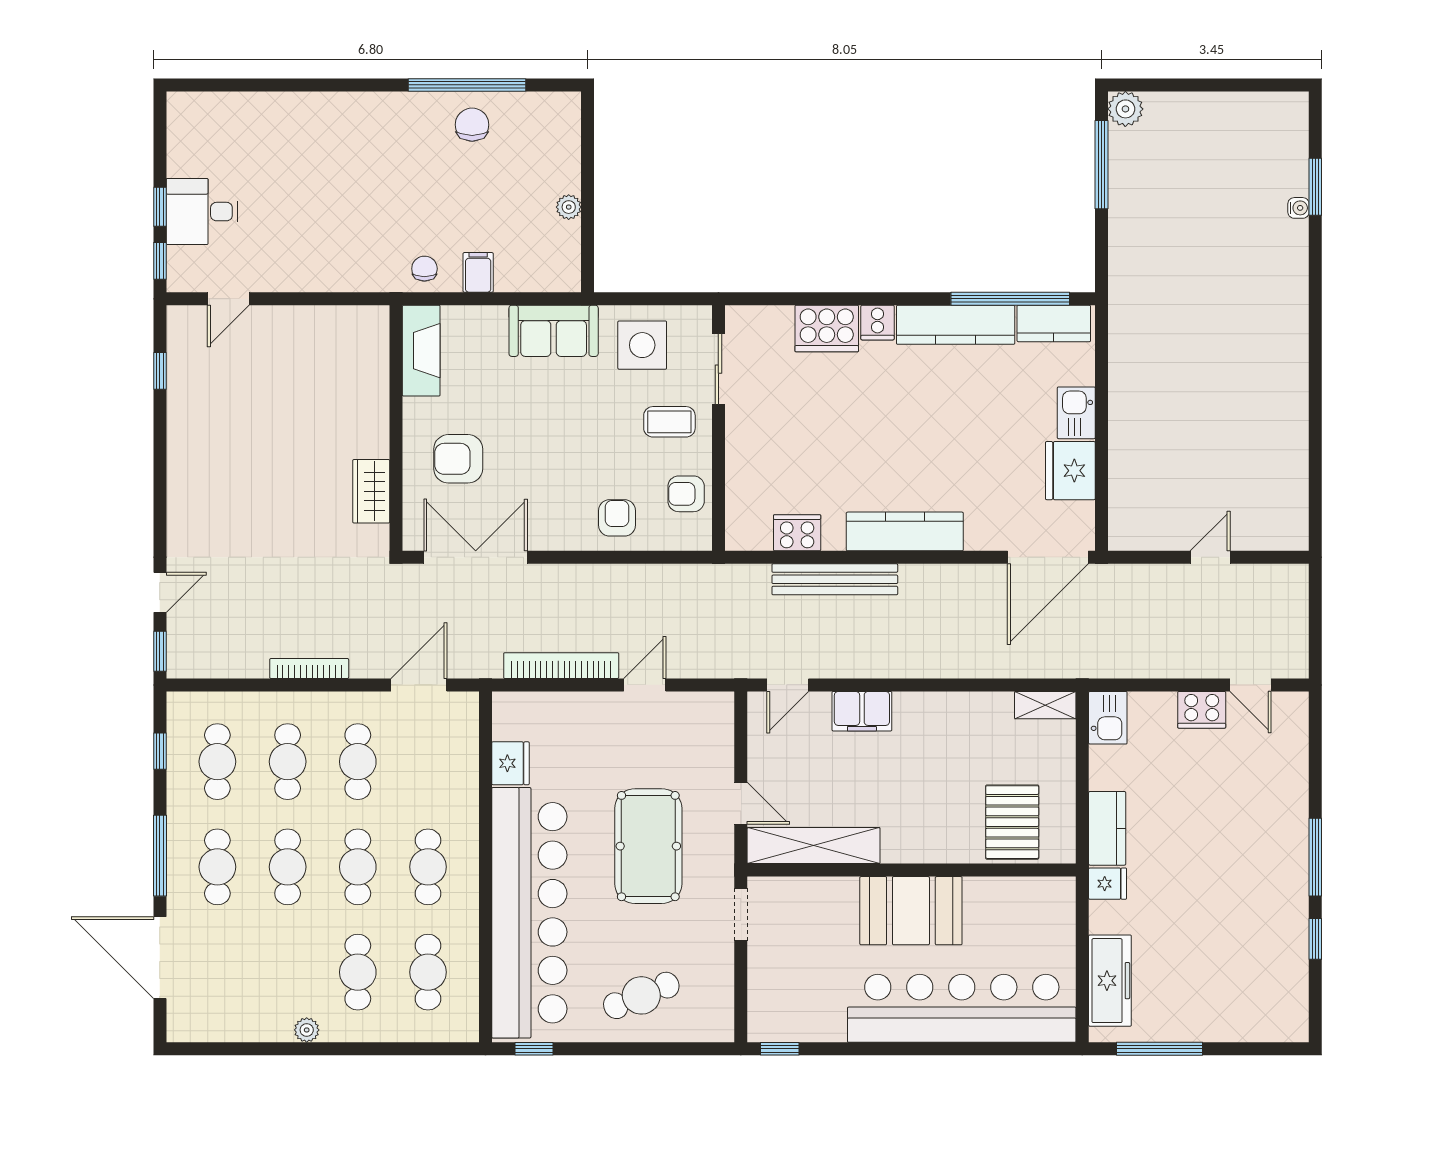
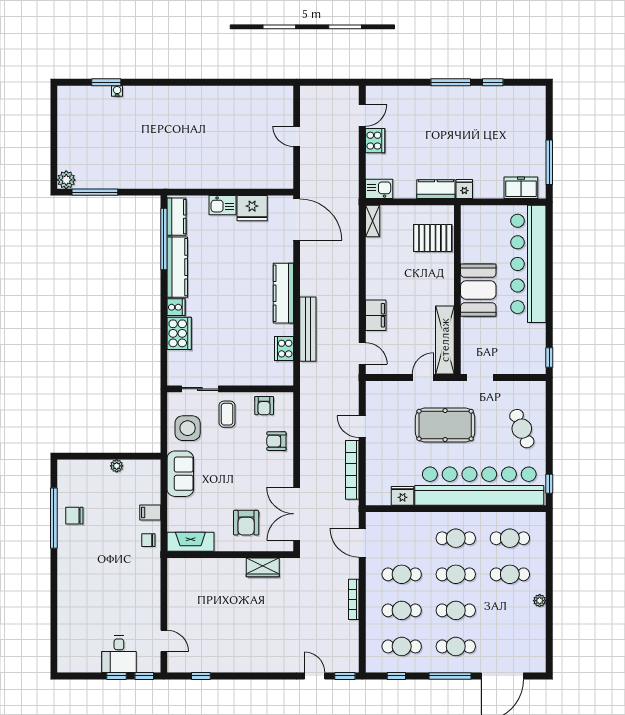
freezer: (1110, 981) -> (521, 188), width x0.71

